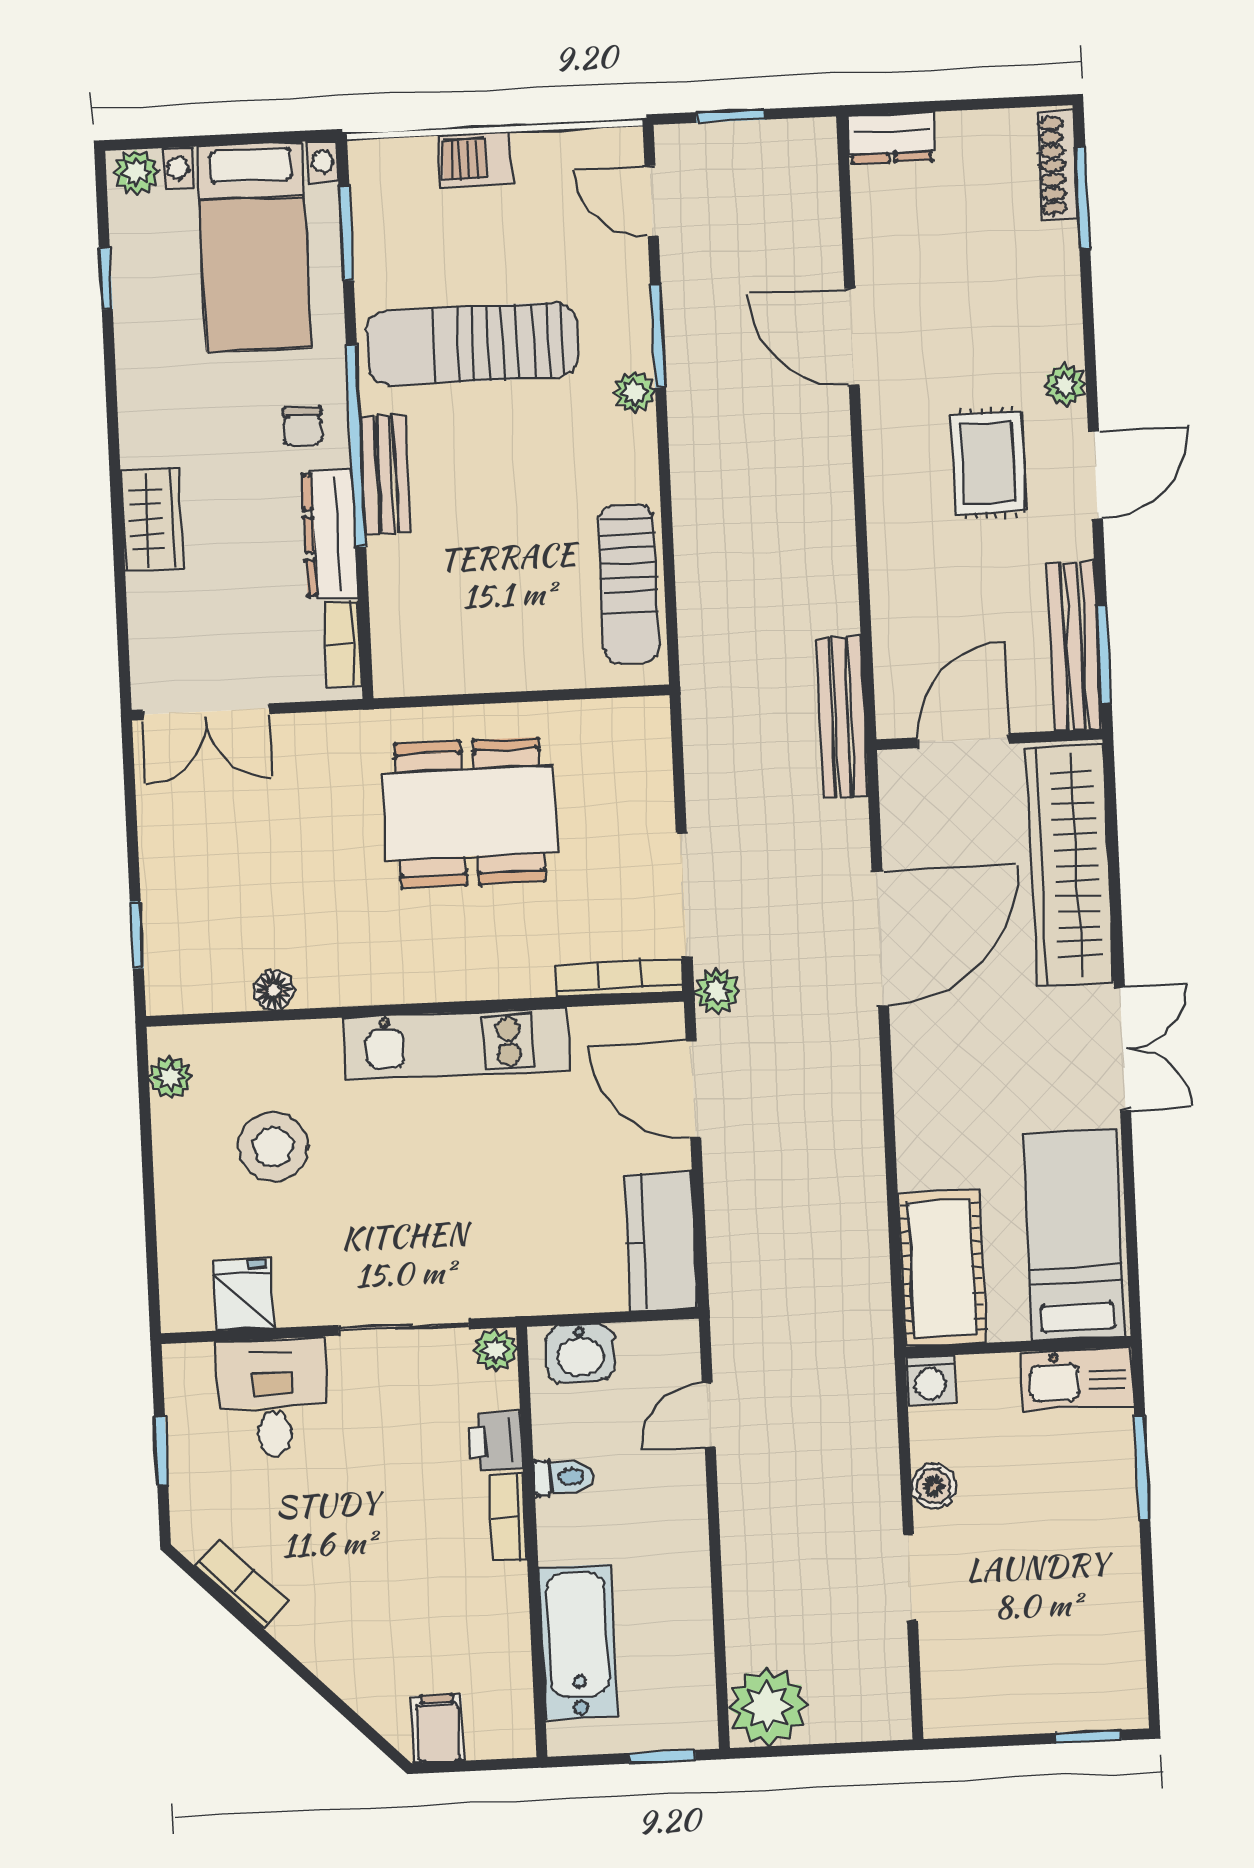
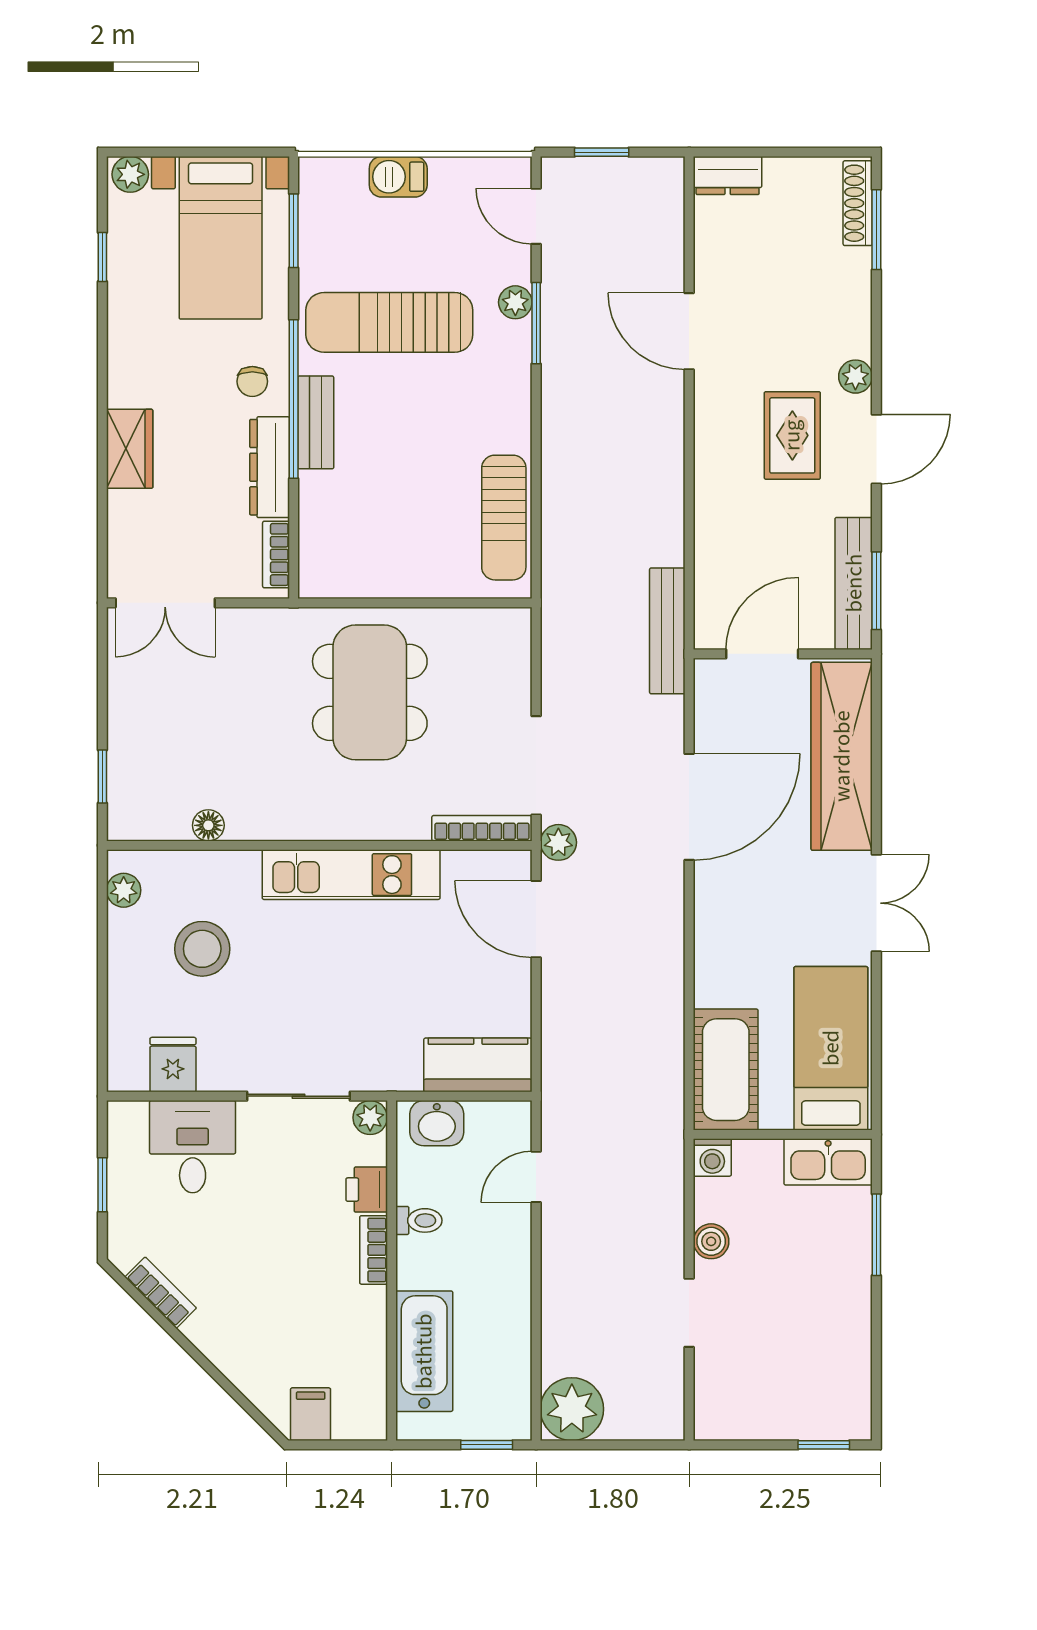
plant: (634, 392) -> (515, 302), moved
dining table: (470, 813) -> (370, 692), turned 90
kitchen counter: (661, 1241) -> (478, 1065), moved, turned 90

